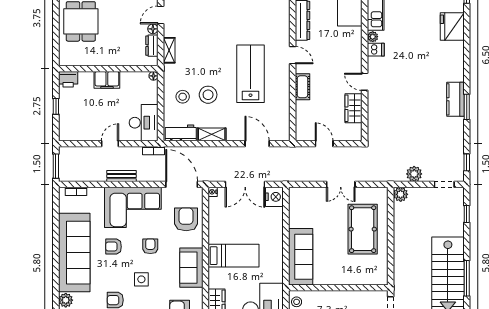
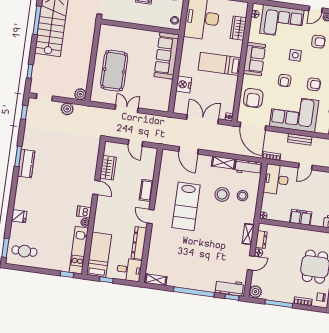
fridge: (452, 27) -> (19, 216), width x0.53, depth x0.75
nightstand: (274, 197) -> (184, 84), moved

